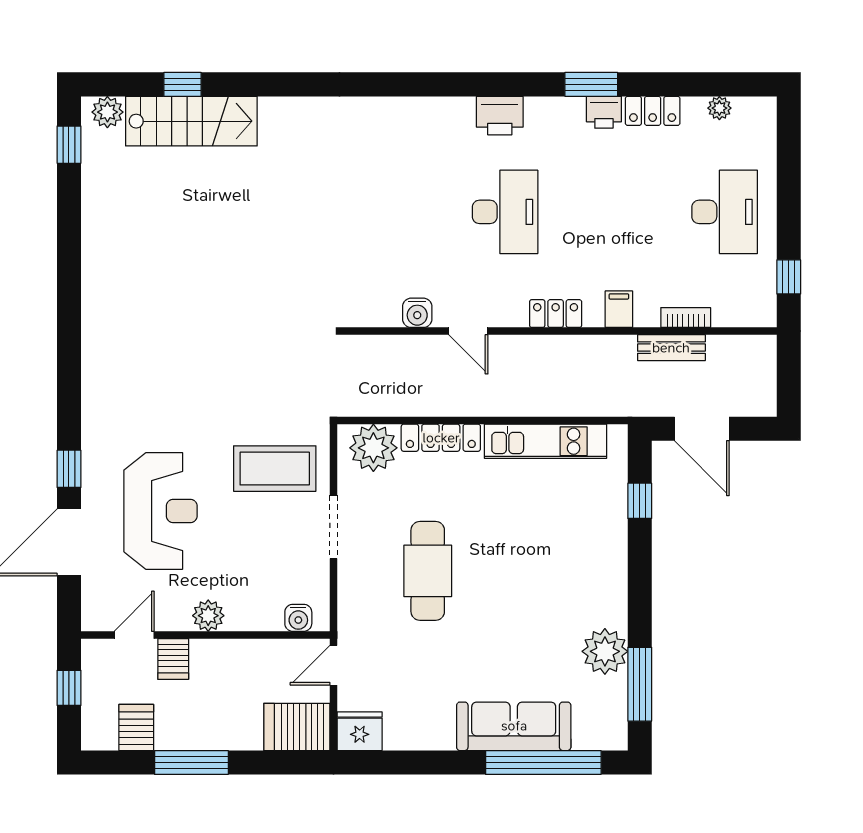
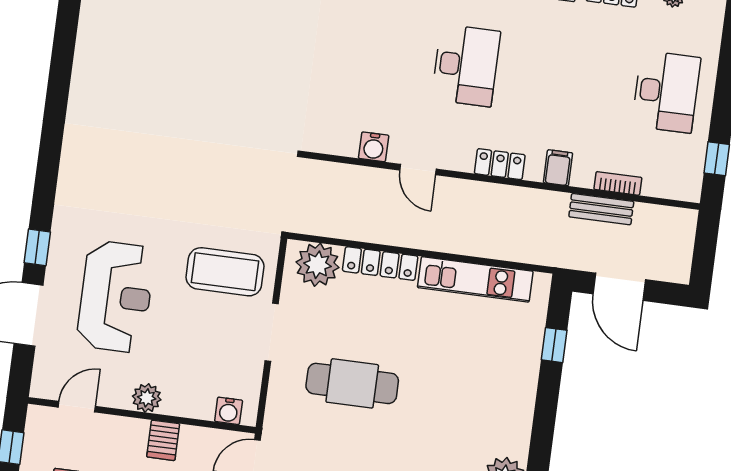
cafe table: (428, 571) -> (352, 383), turned 90
server rack: (173, 659) -> (163, 440), moved

